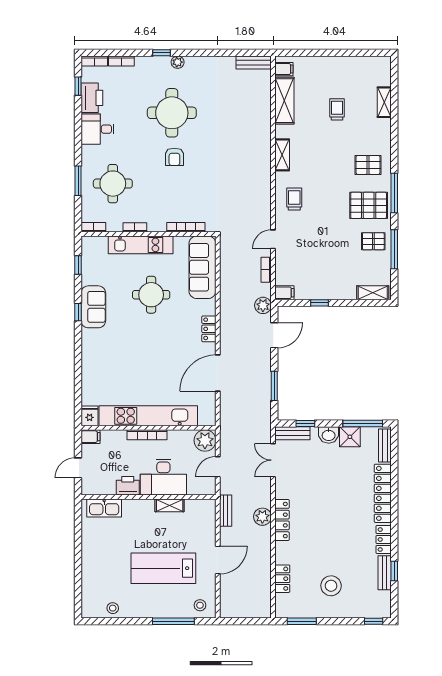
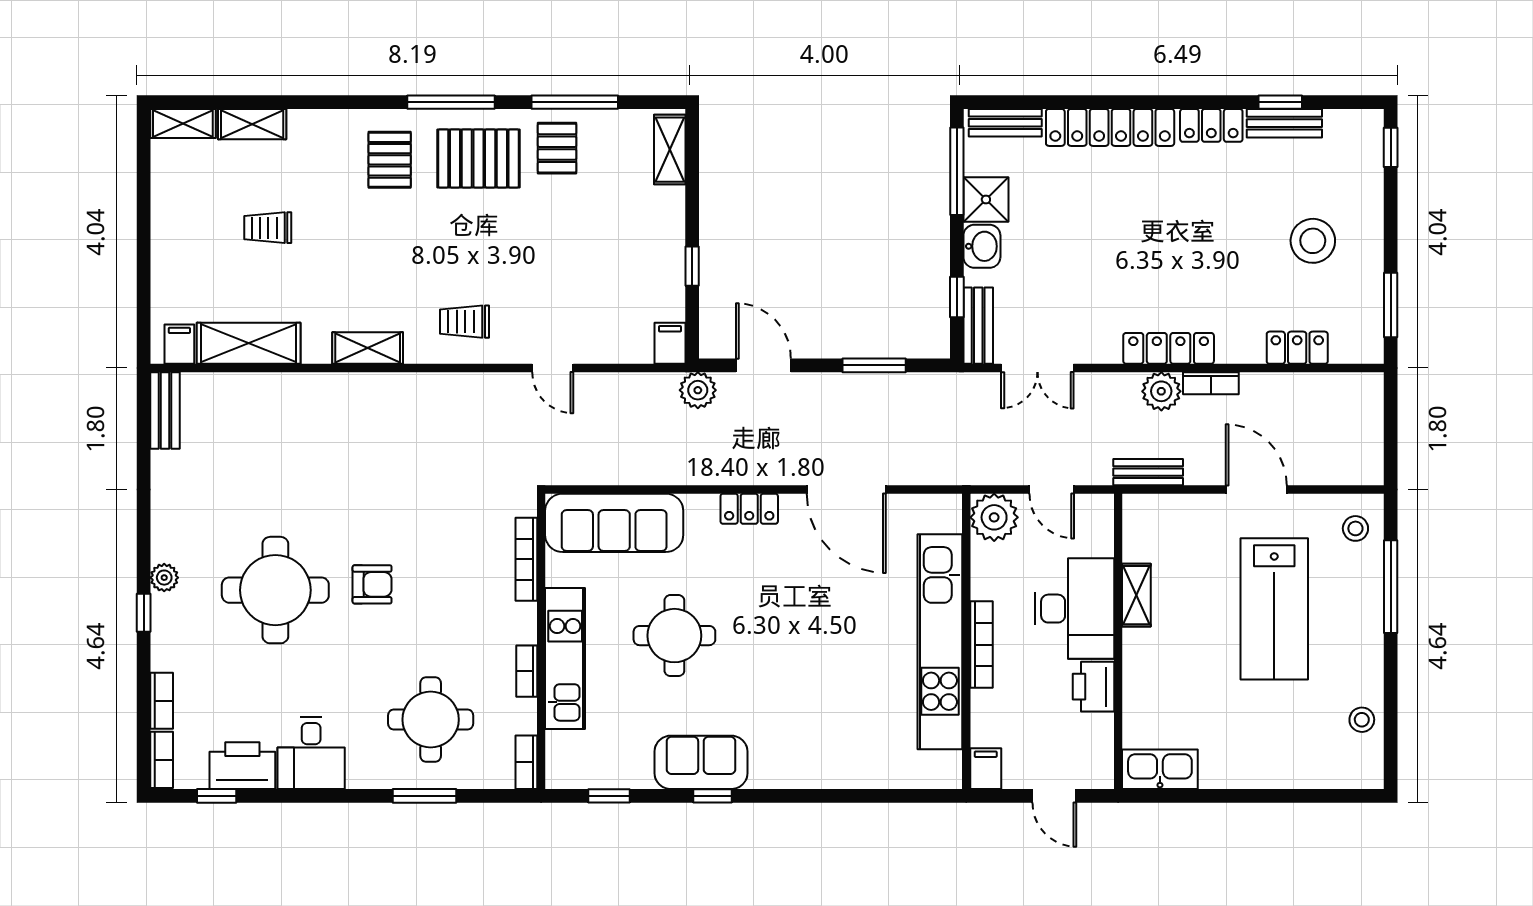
shelving: (385, 71) -> (183, 124), added
pallet: (369, 205) -> (478, 158), turned 90
bookcase: (266, 270) -> (1211, 383), moved
fridge: (90, 416) -> (940, 771), removed
kitchen sink: (104, 508) -> (1160, 769), moved, turned -90

